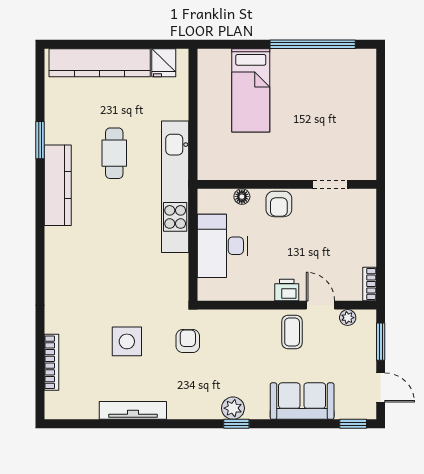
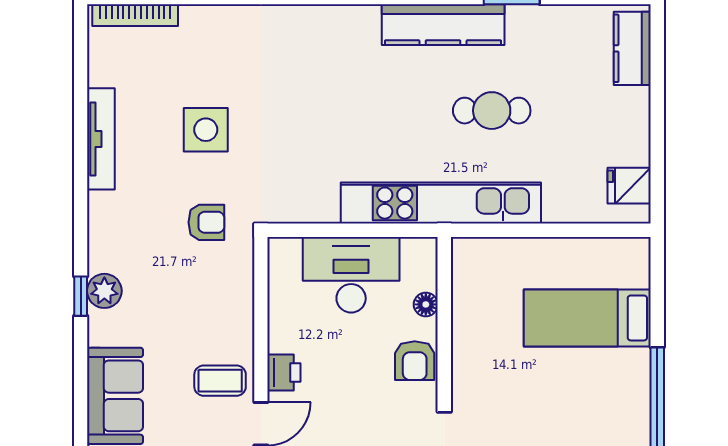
kitchen counter: (100, 63) -> (632, 48), width x0.48, depth x0.86
armchair: (279, 204) -> (415, 361), turned -90
bookcase: (51, 362) -> (135, 15), moved

